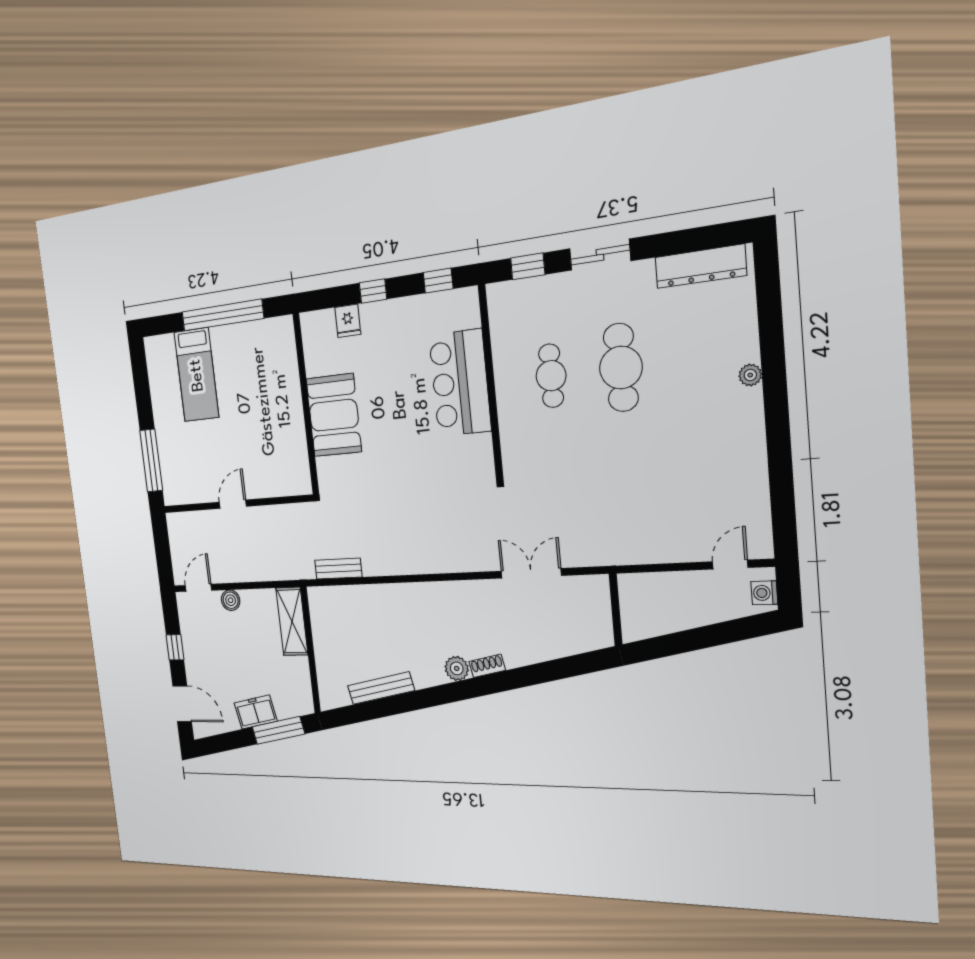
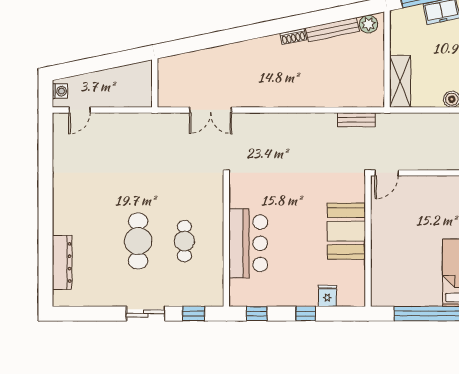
dresser: (700, 266) -> (62, 262), moved, turned 90
plant: (750, 375) -> (59, 227), removed
door: (233, 504) -> (387, 173), moved
shoe rack: (487, 666) -> (293, 37), moved
plant: (457, 668) -> (368, 24), moved

